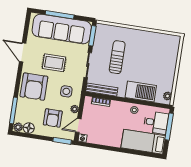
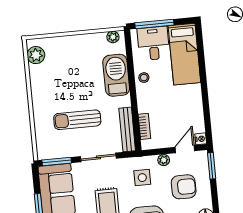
plant: (169, 40) -> (36, 55), added
door: (78, 125) -> (185, 149), swing flipped

